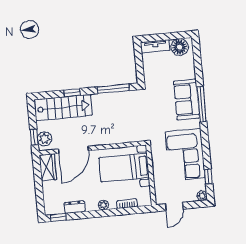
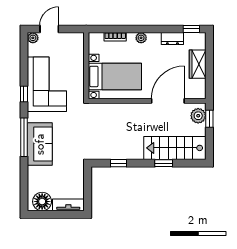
window: (113, 89) -> (119, 163), width x0.46
wardrobe: (48, 167) -> (198, 64), moved
window: (208, 176) -> (24, 94), moved
door: (174, 207) -> (49, 29), moved

